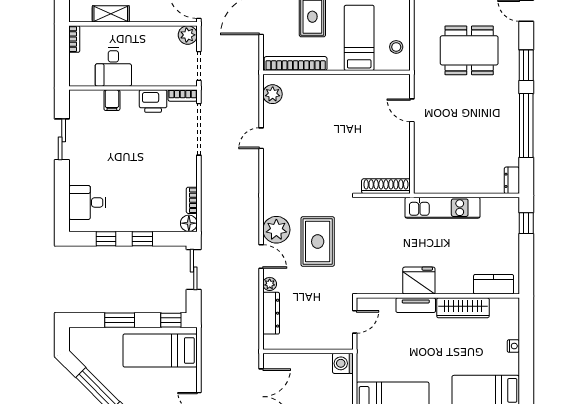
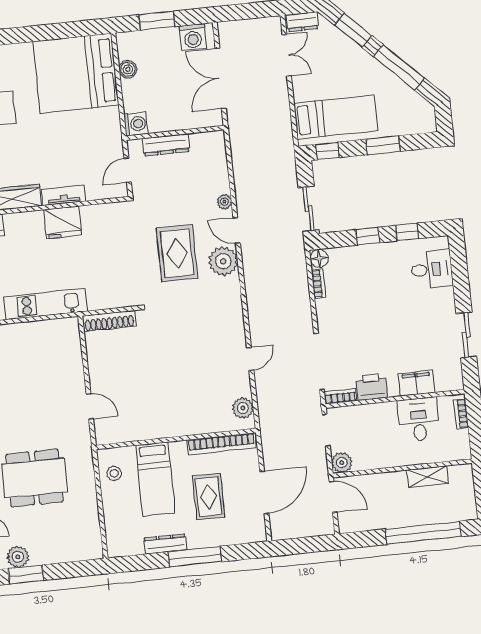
bookcase: (74, 39) -> (461, 414), moved
filing cabinet: (112, 100) -> (417, 383), width x2.00
dresser: (271, 313) -> (166, 145), moved, turned -90

